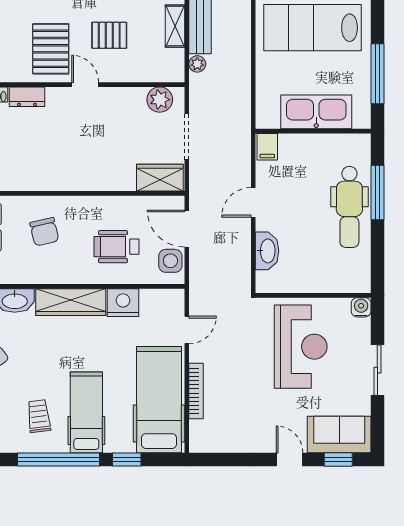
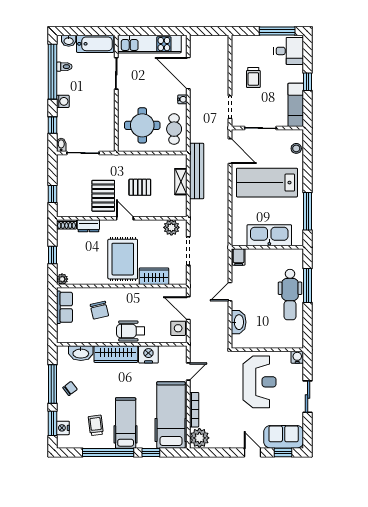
plant: (197, 64) -> (199, 438), moved, width x1.87, depth x1.87
rug: (82, 150) -> (123, 259), added
wardrobe: (160, 178) -> (154, 276), moved
wheelchair: (117, 247) -> (131, 331), moved

